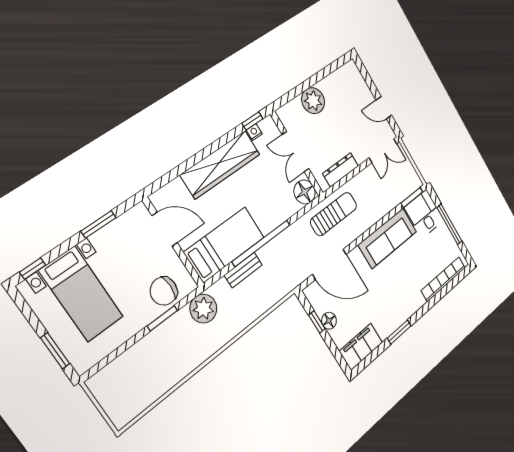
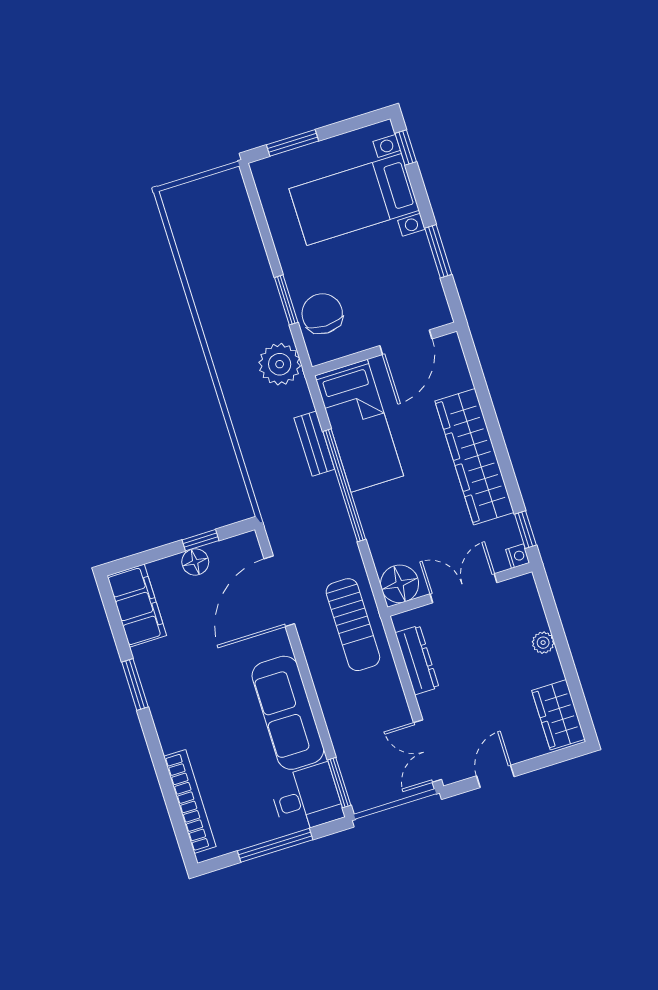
wardrobe: (344, 78) -> (558, 715), added
plant: (313, 101) -> (543, 643), width x0.53, depth x0.53
nightstand: (254, 132) -> (518, 556), moved

